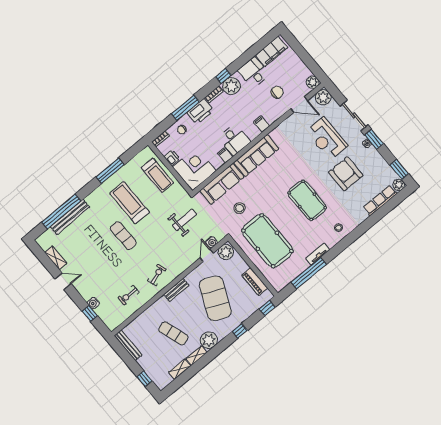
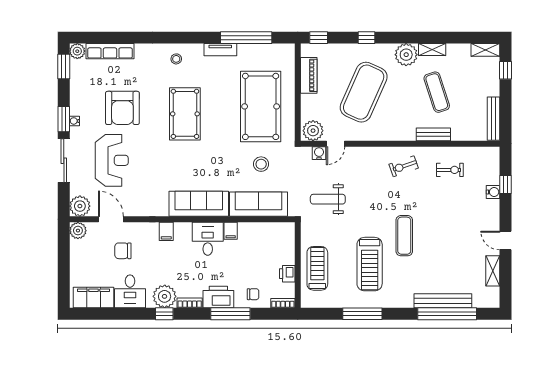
corner desk: (194, 169) -> (274, 243), removed
bench: (176, 290) -> (433, 134), moved
shelving: (180, 369) -> (485, 50), moved

